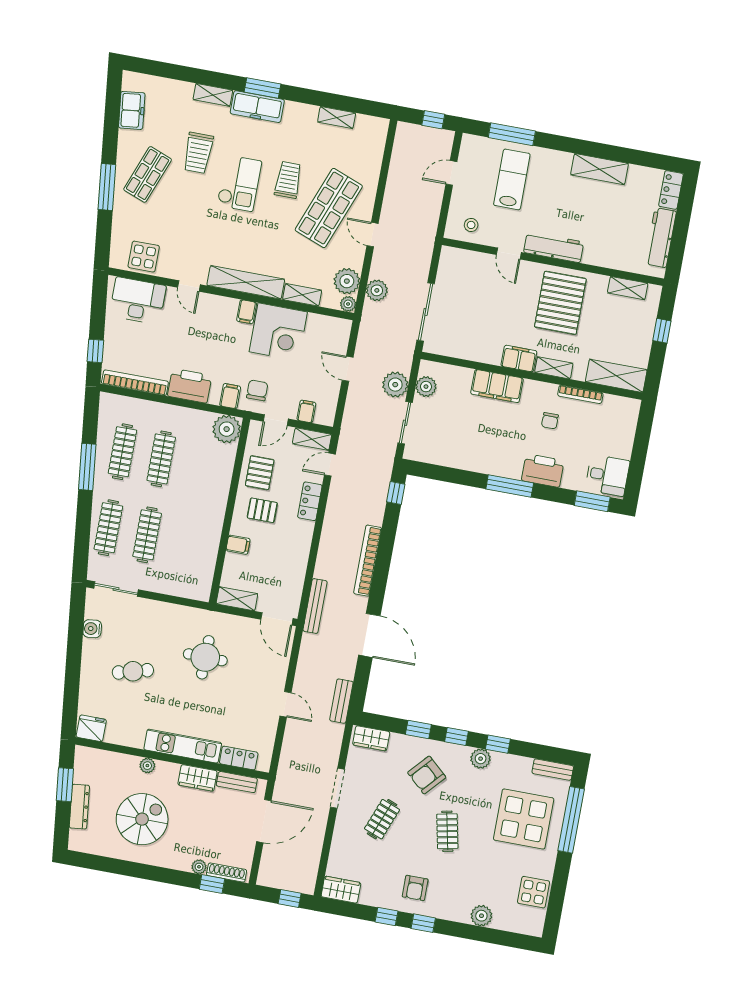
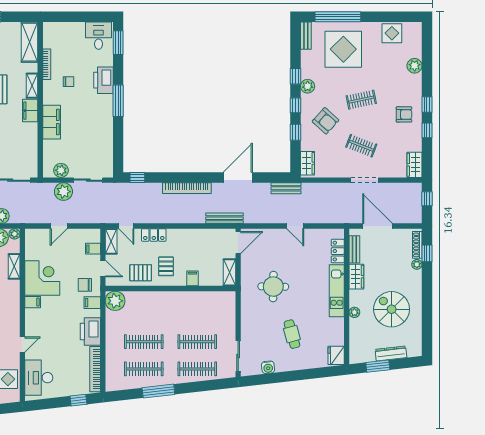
shelving: (246, 282) -> (13, 306), removed
door: (285, 704) -> (295, 226), swing flipped
doorway: (337, 788) -> (365, 180), moved

